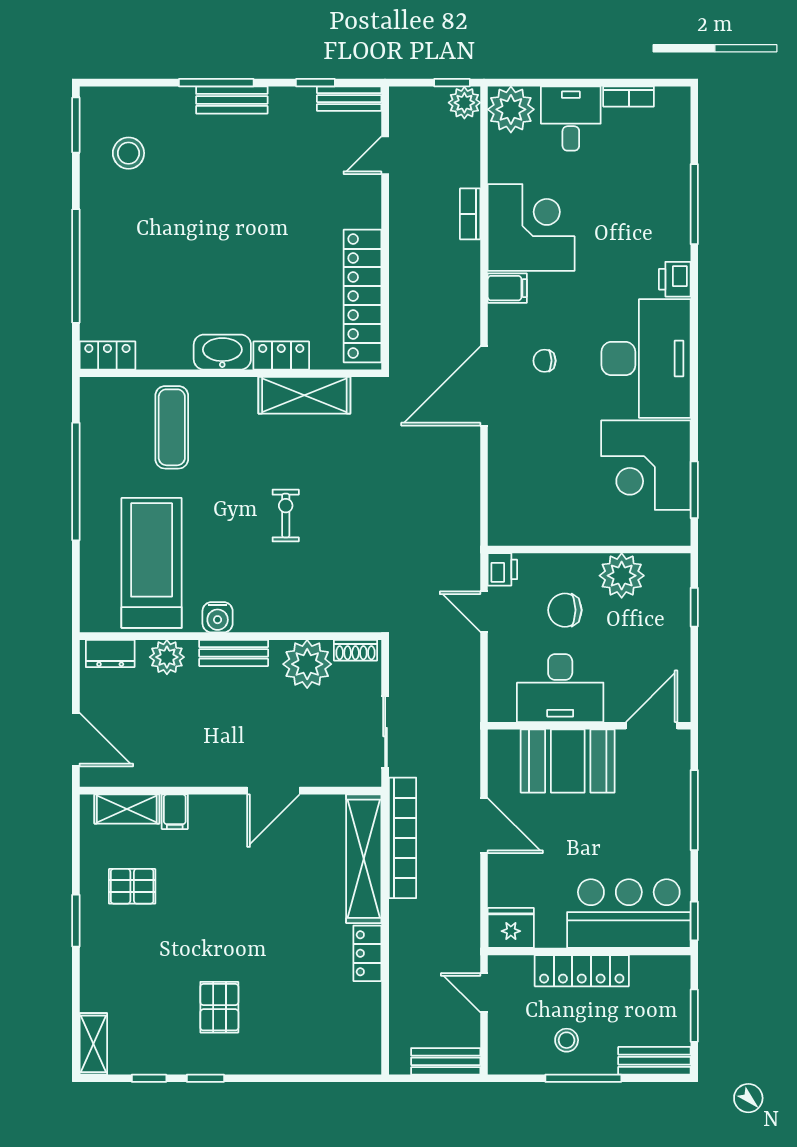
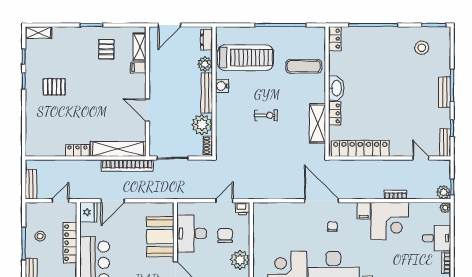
plant: (511, 109) -> (445, 208), width x0.53, depth x0.53
bench: (234, 653) -> (207, 93), width x1.36
door: (484, 826) -> (113, 201), moved

